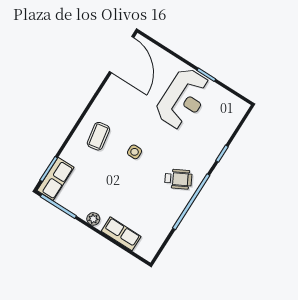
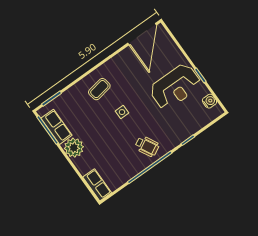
water cooler: (229, 100) -> (209, 101), added
row of seats: (56, 179) -> (56, 127), moved, turned -90
plant: (93, 219) -> (74, 148), width x1.87, depth x1.87
row of seats: (121, 234) -> (97, 185), moved

